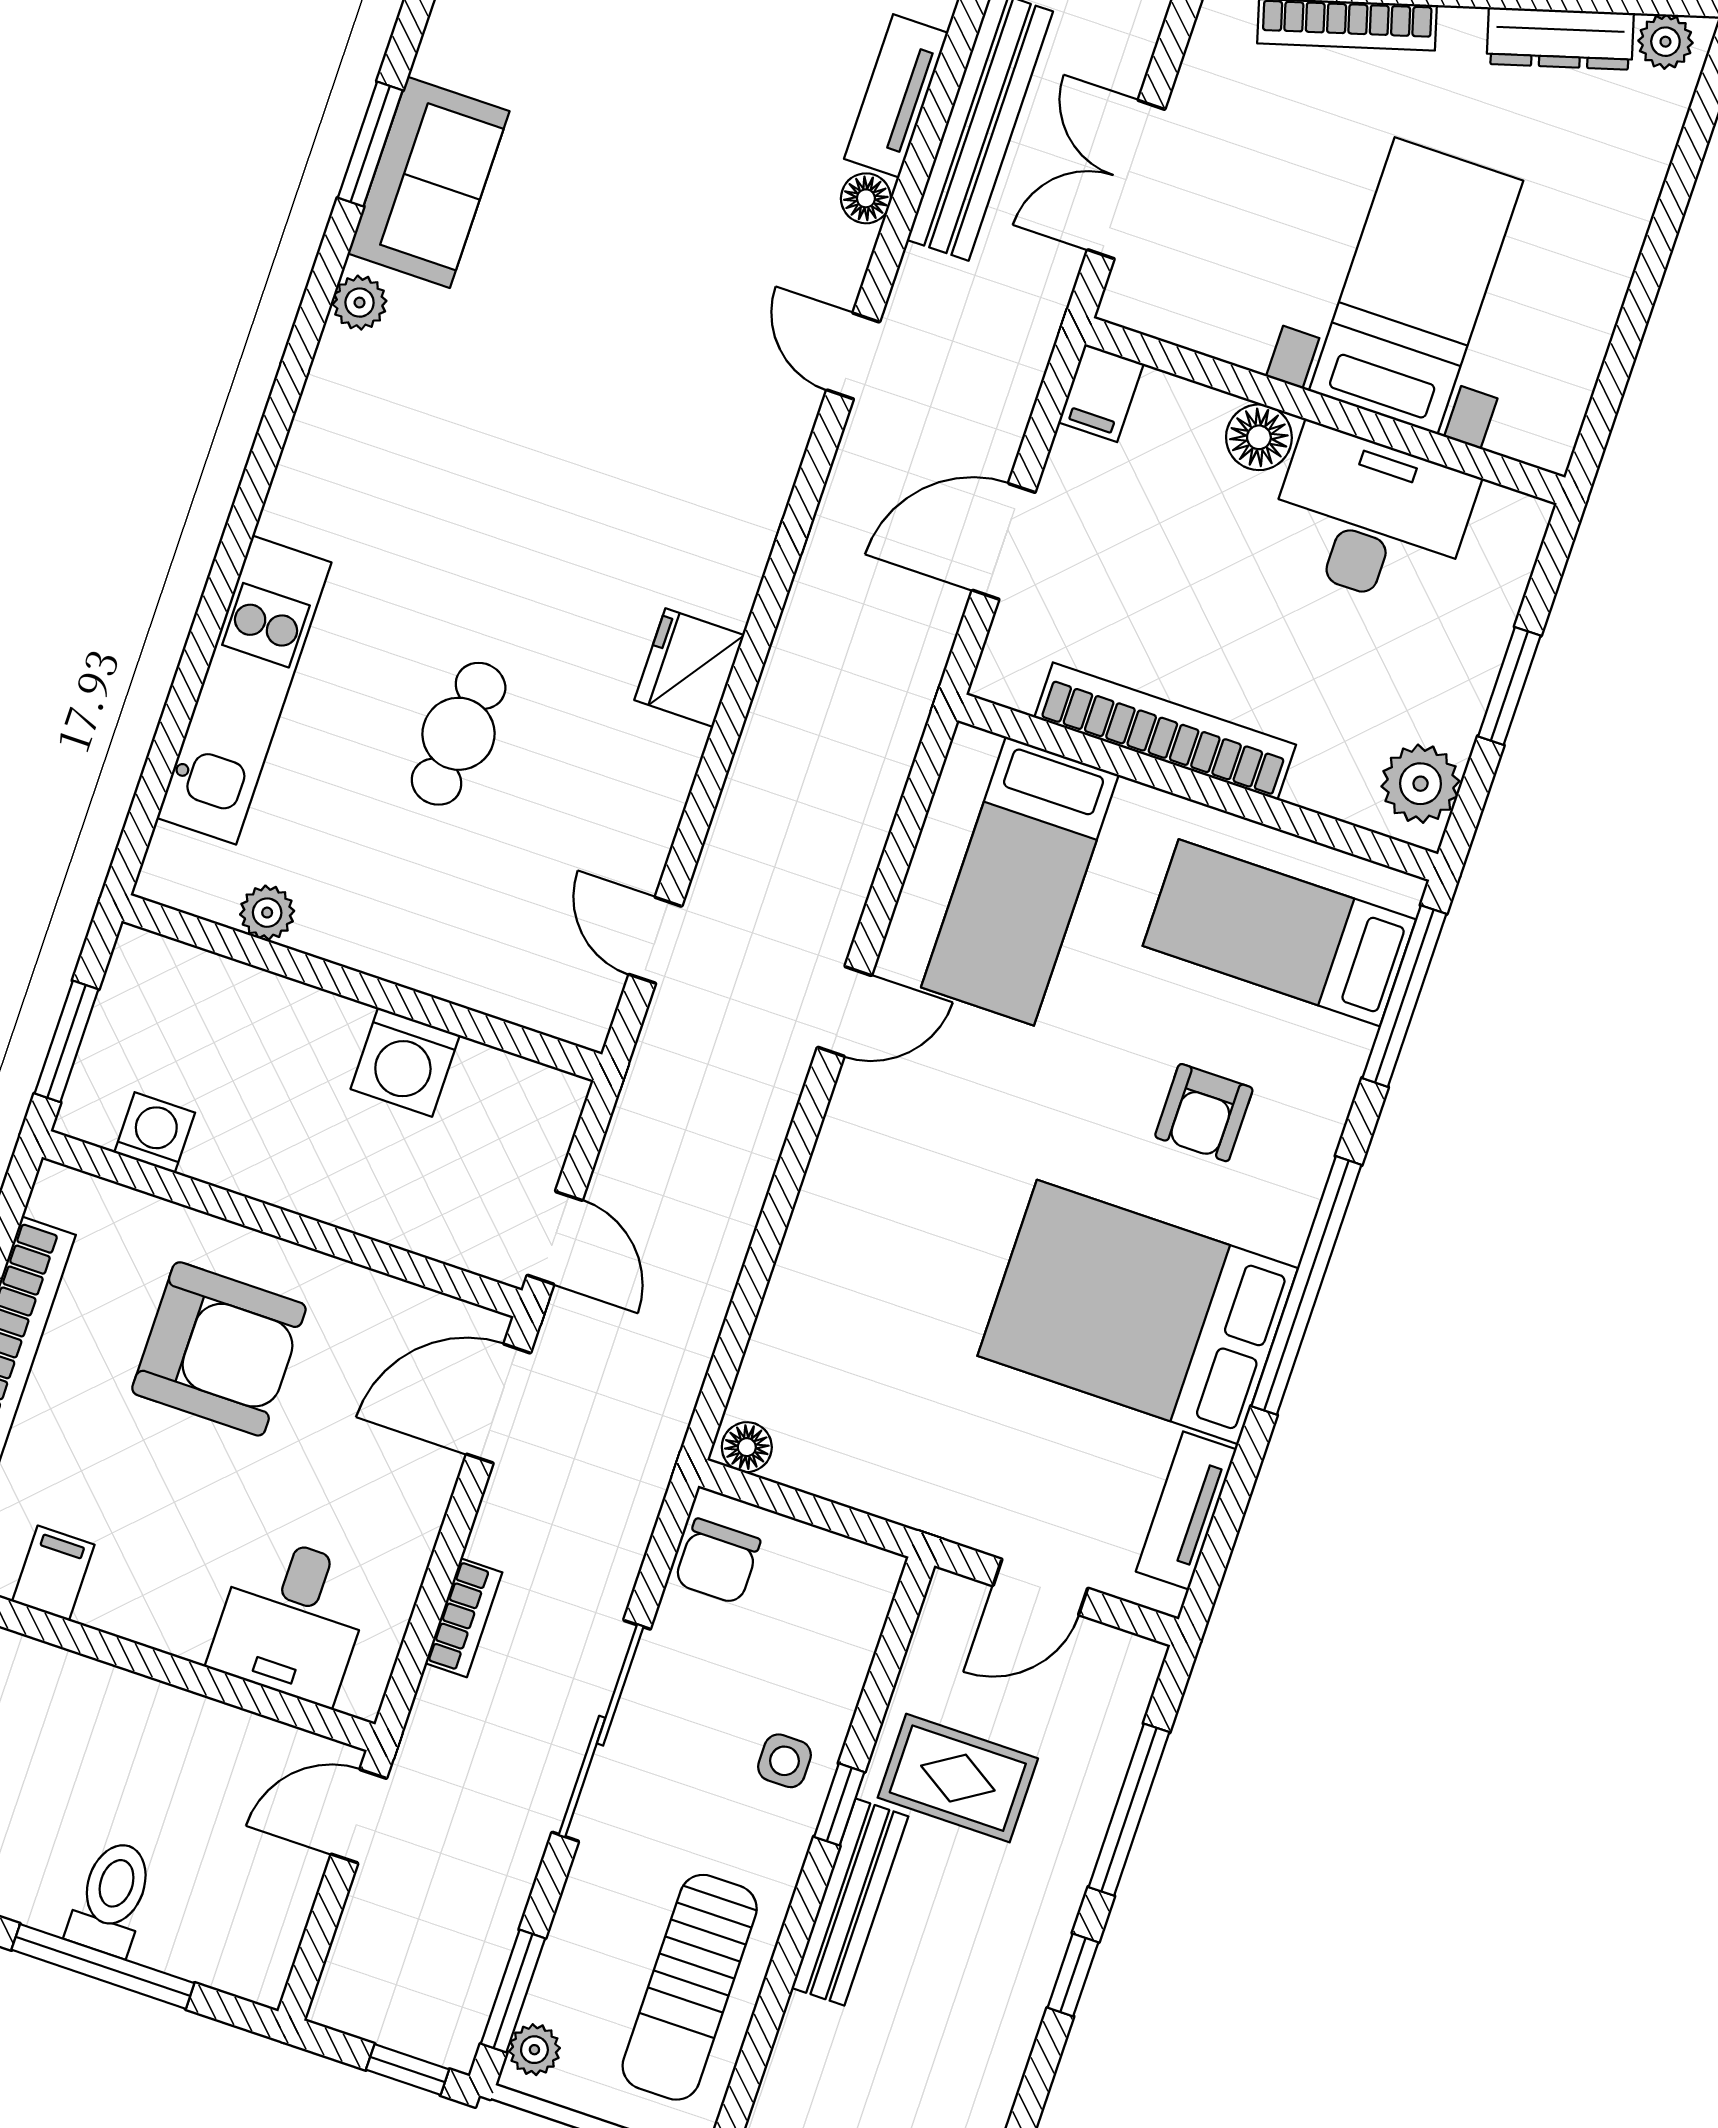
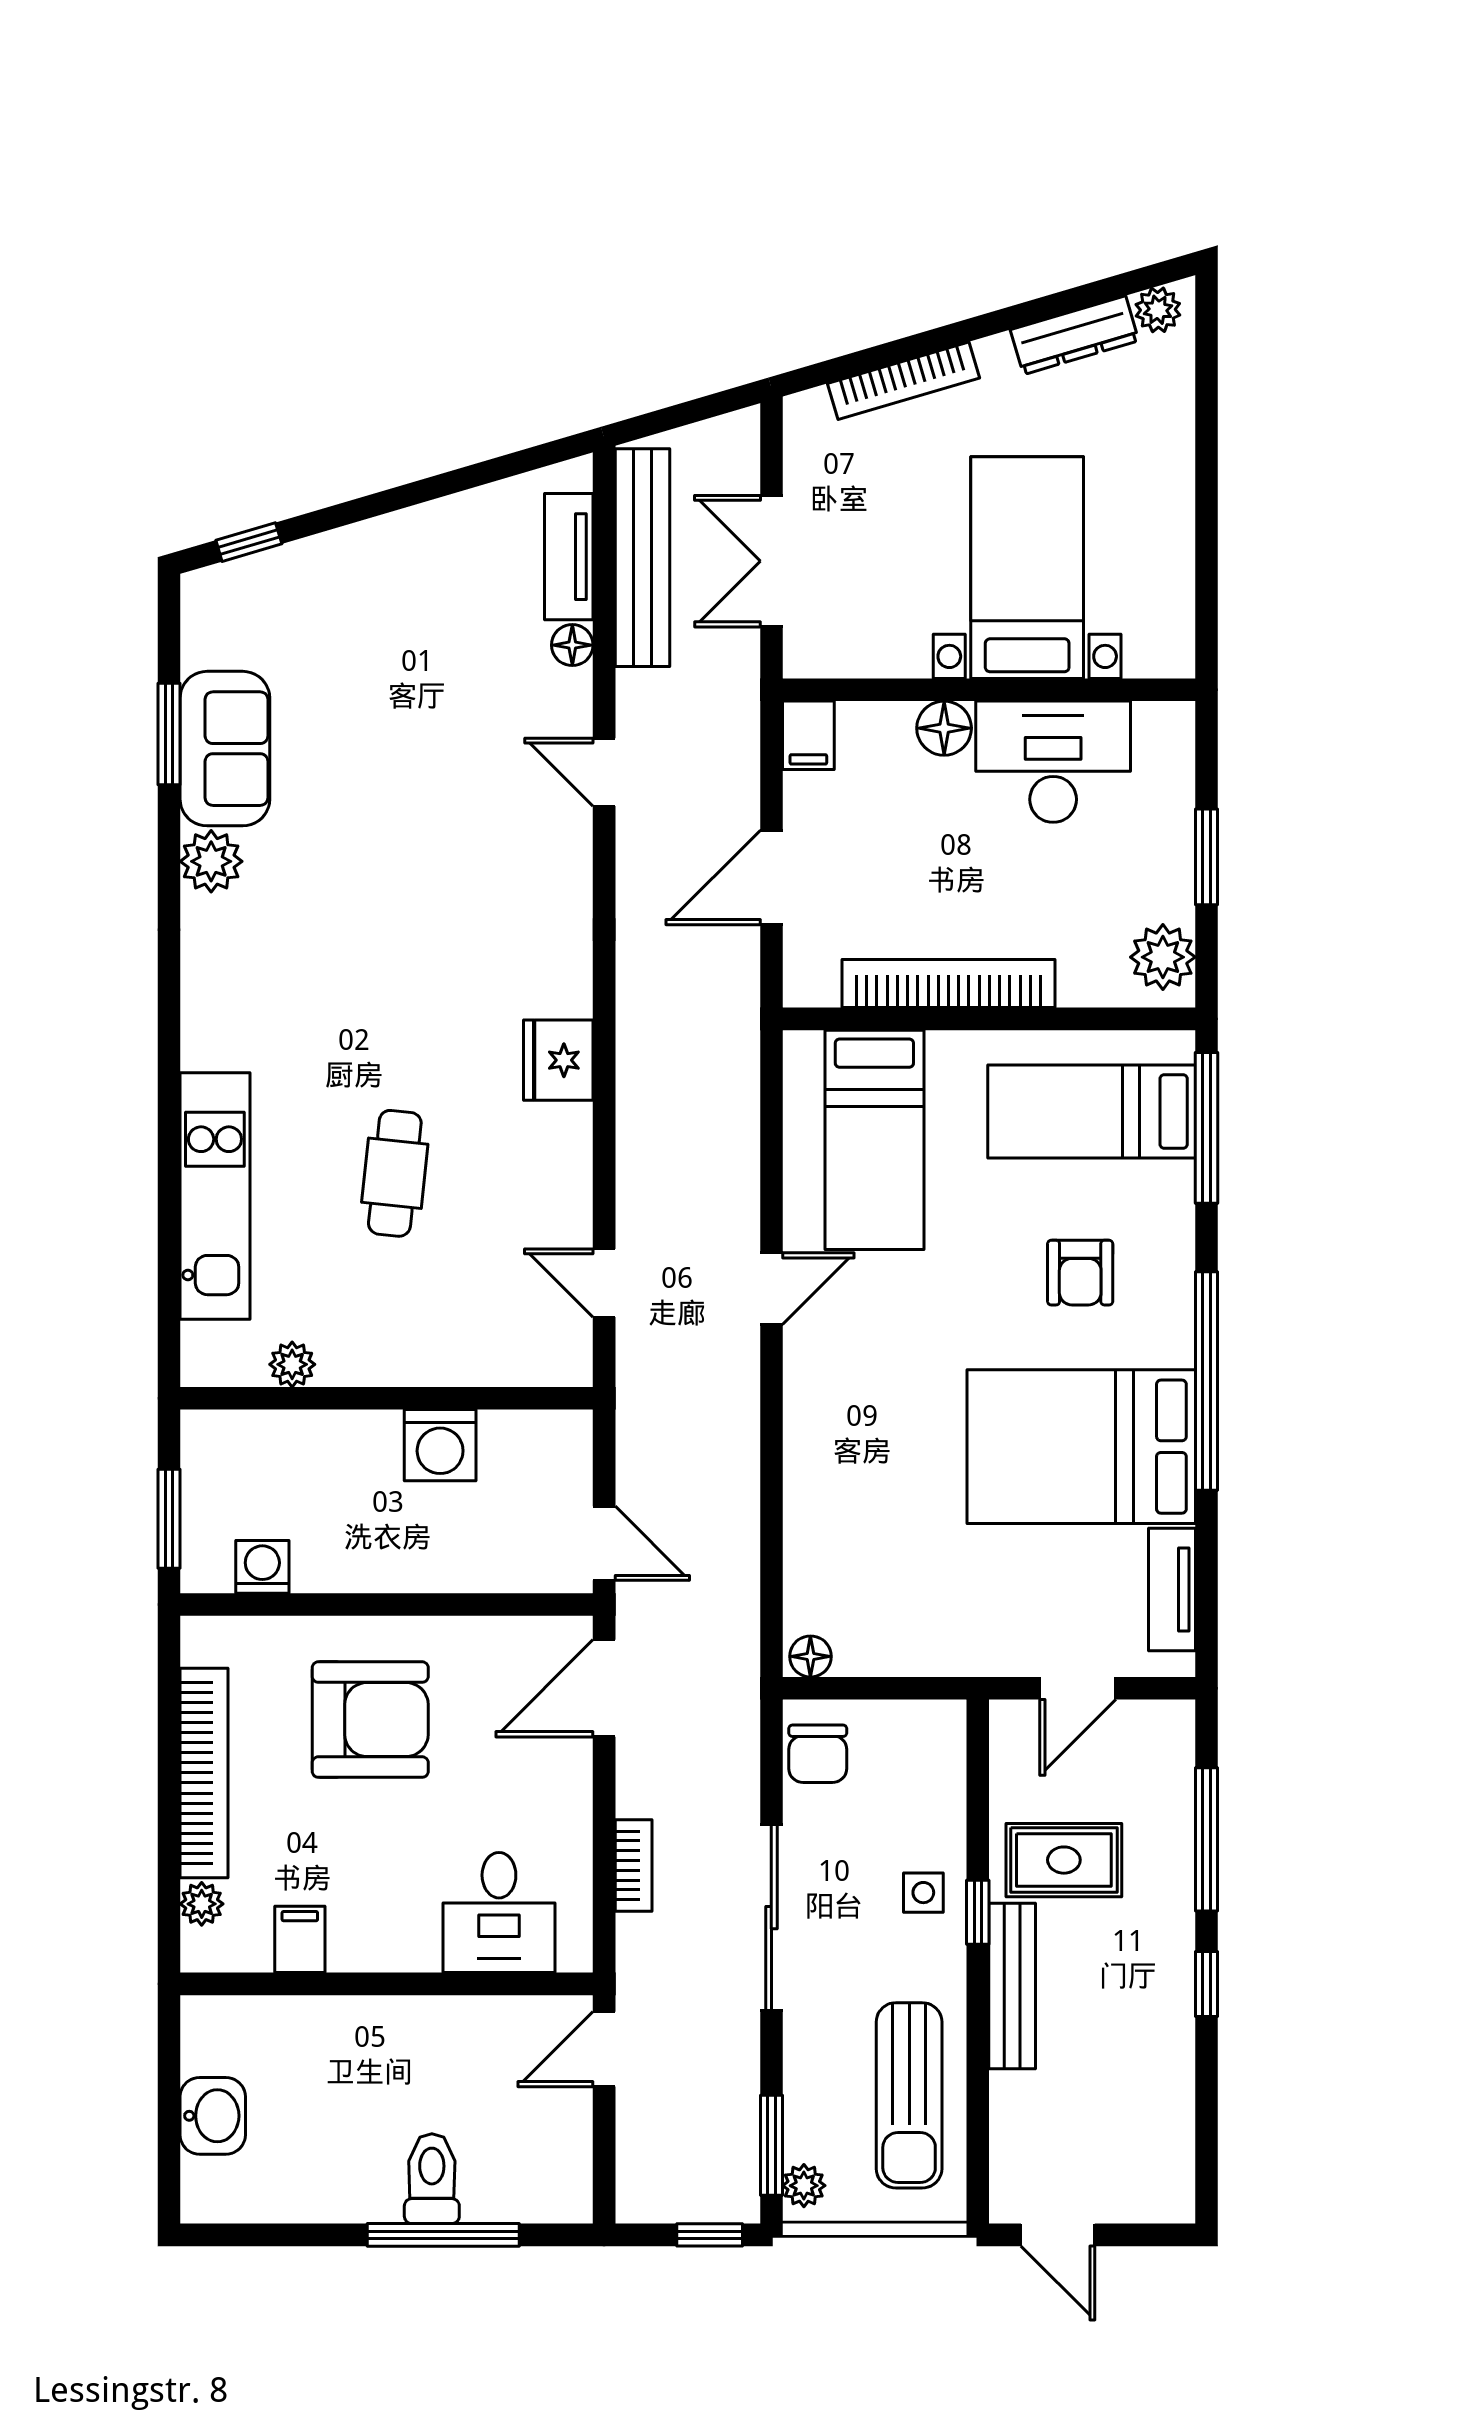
plant: (360, 303) -> (211, 861), width x1.38, depth x1.38

